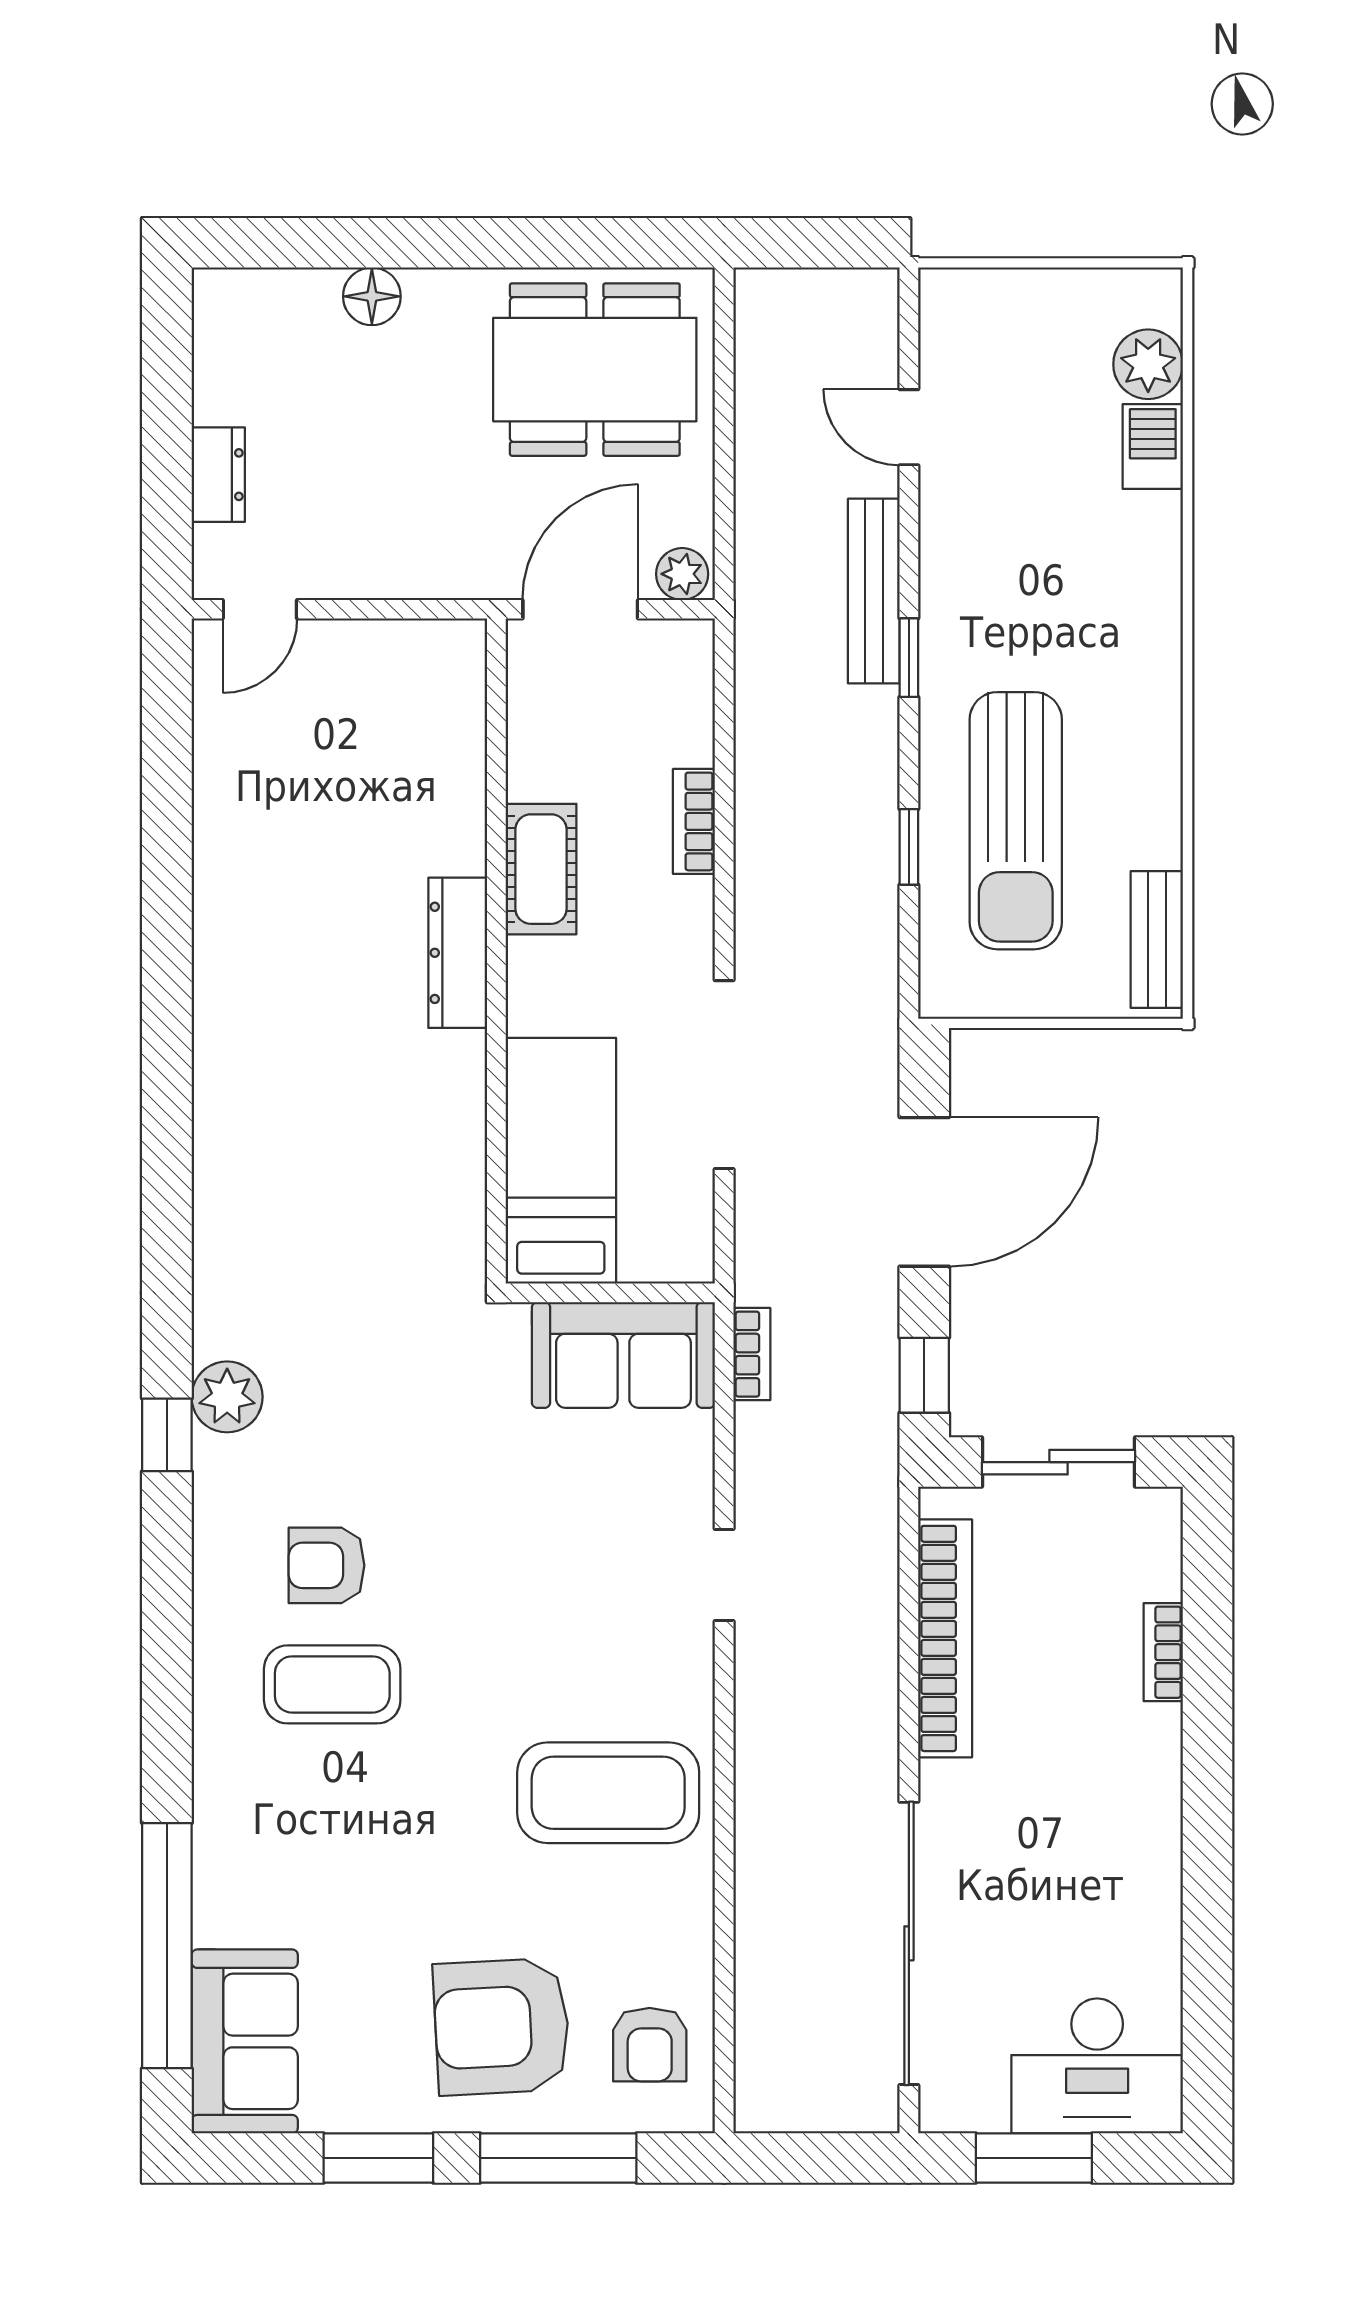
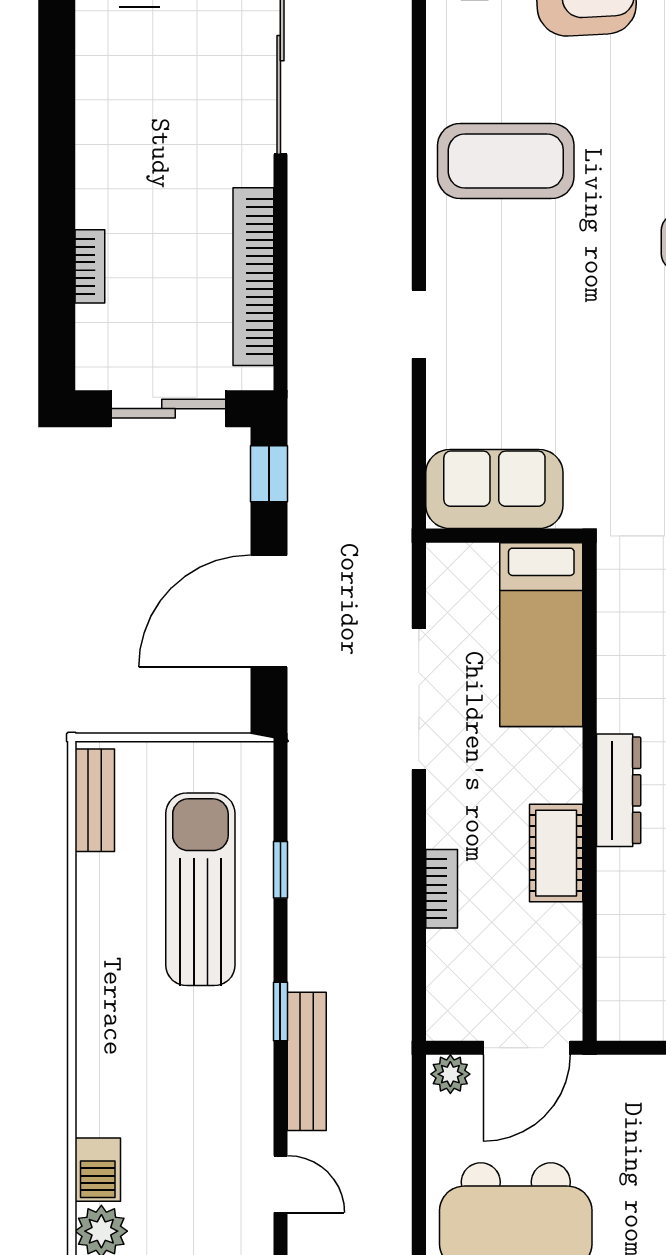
bookcase: (752, 1354) -> (398, 490), removed

